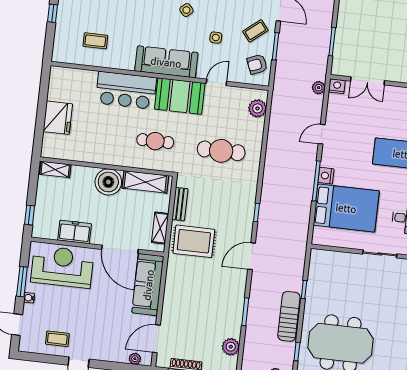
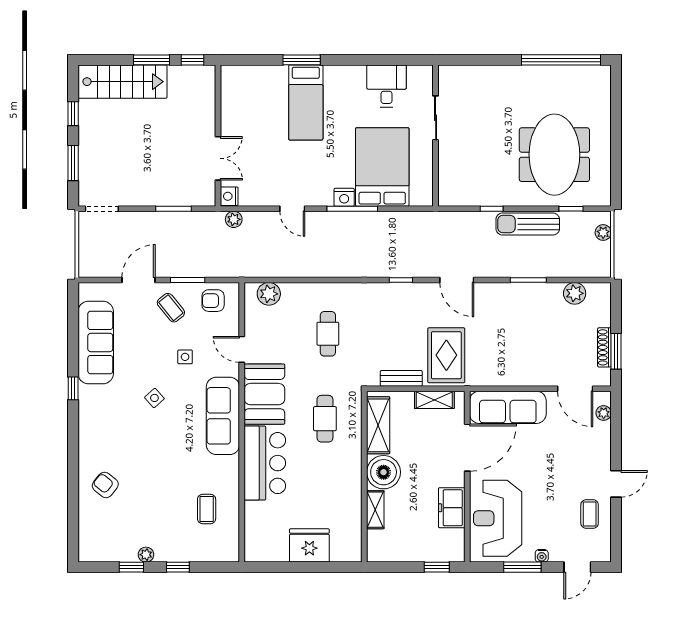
armchair: (257, 64) -> (213, 301), turned 112
cafe table: (221, 151) -> (328, 334), width x0.73, depth x0.74
shelving: (55, 169) -> (375, 510), moved

